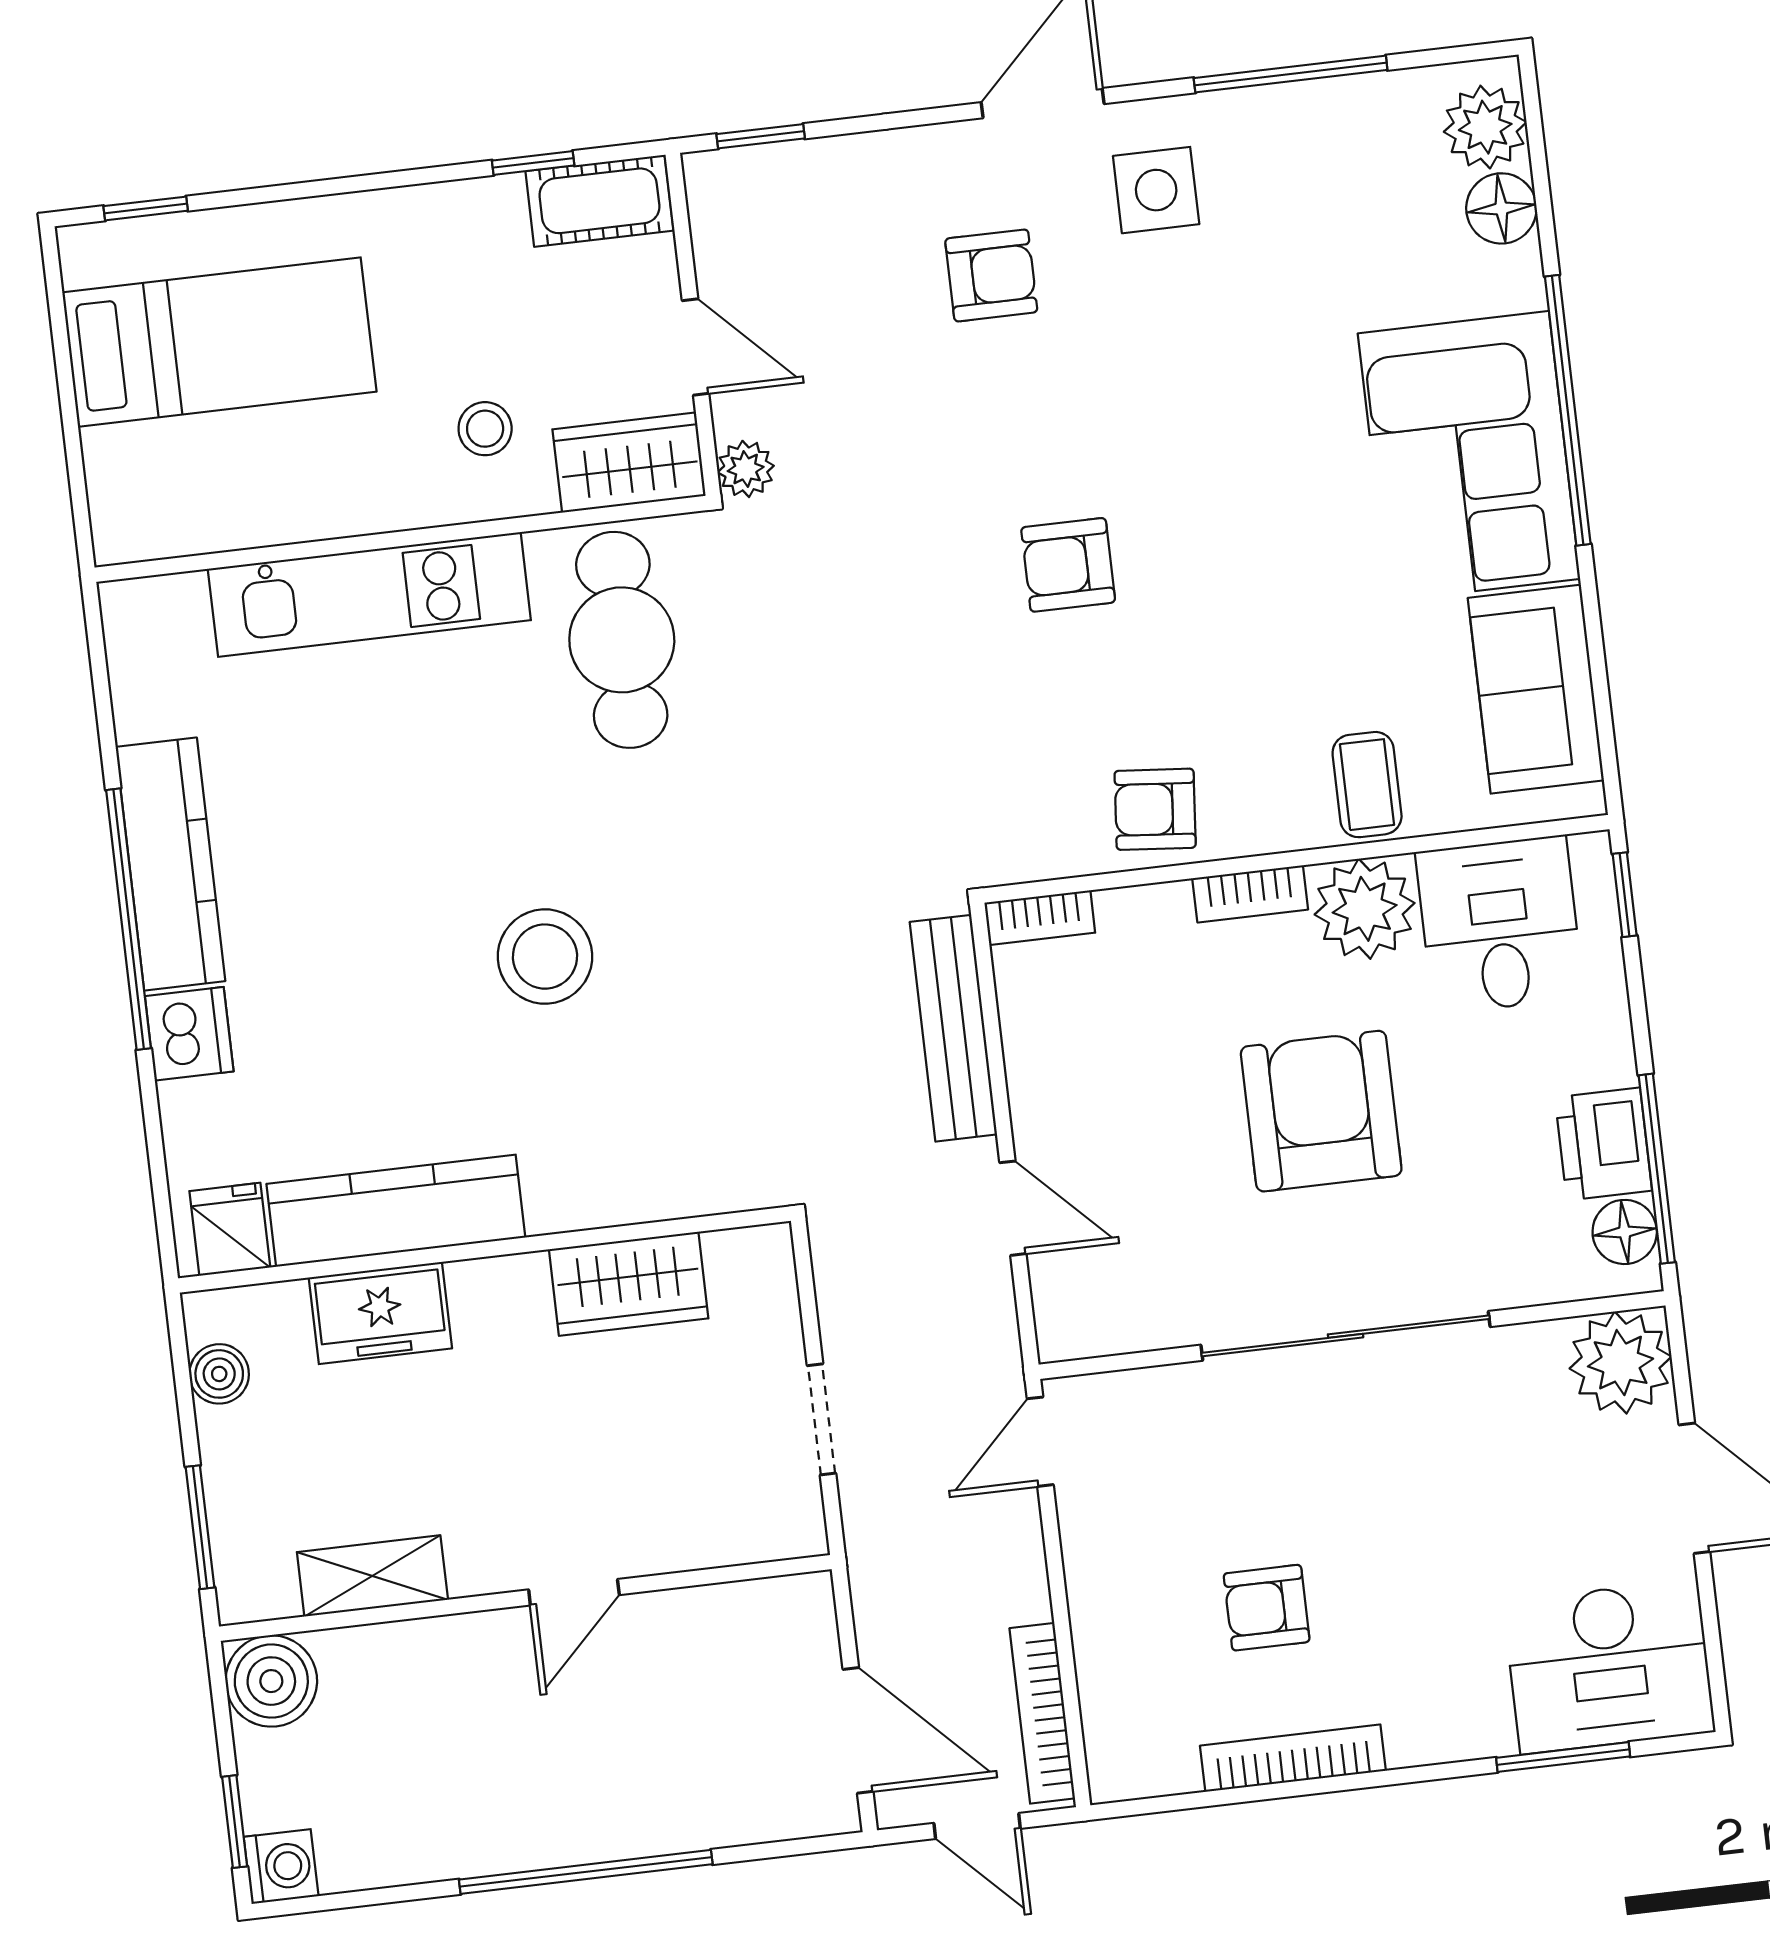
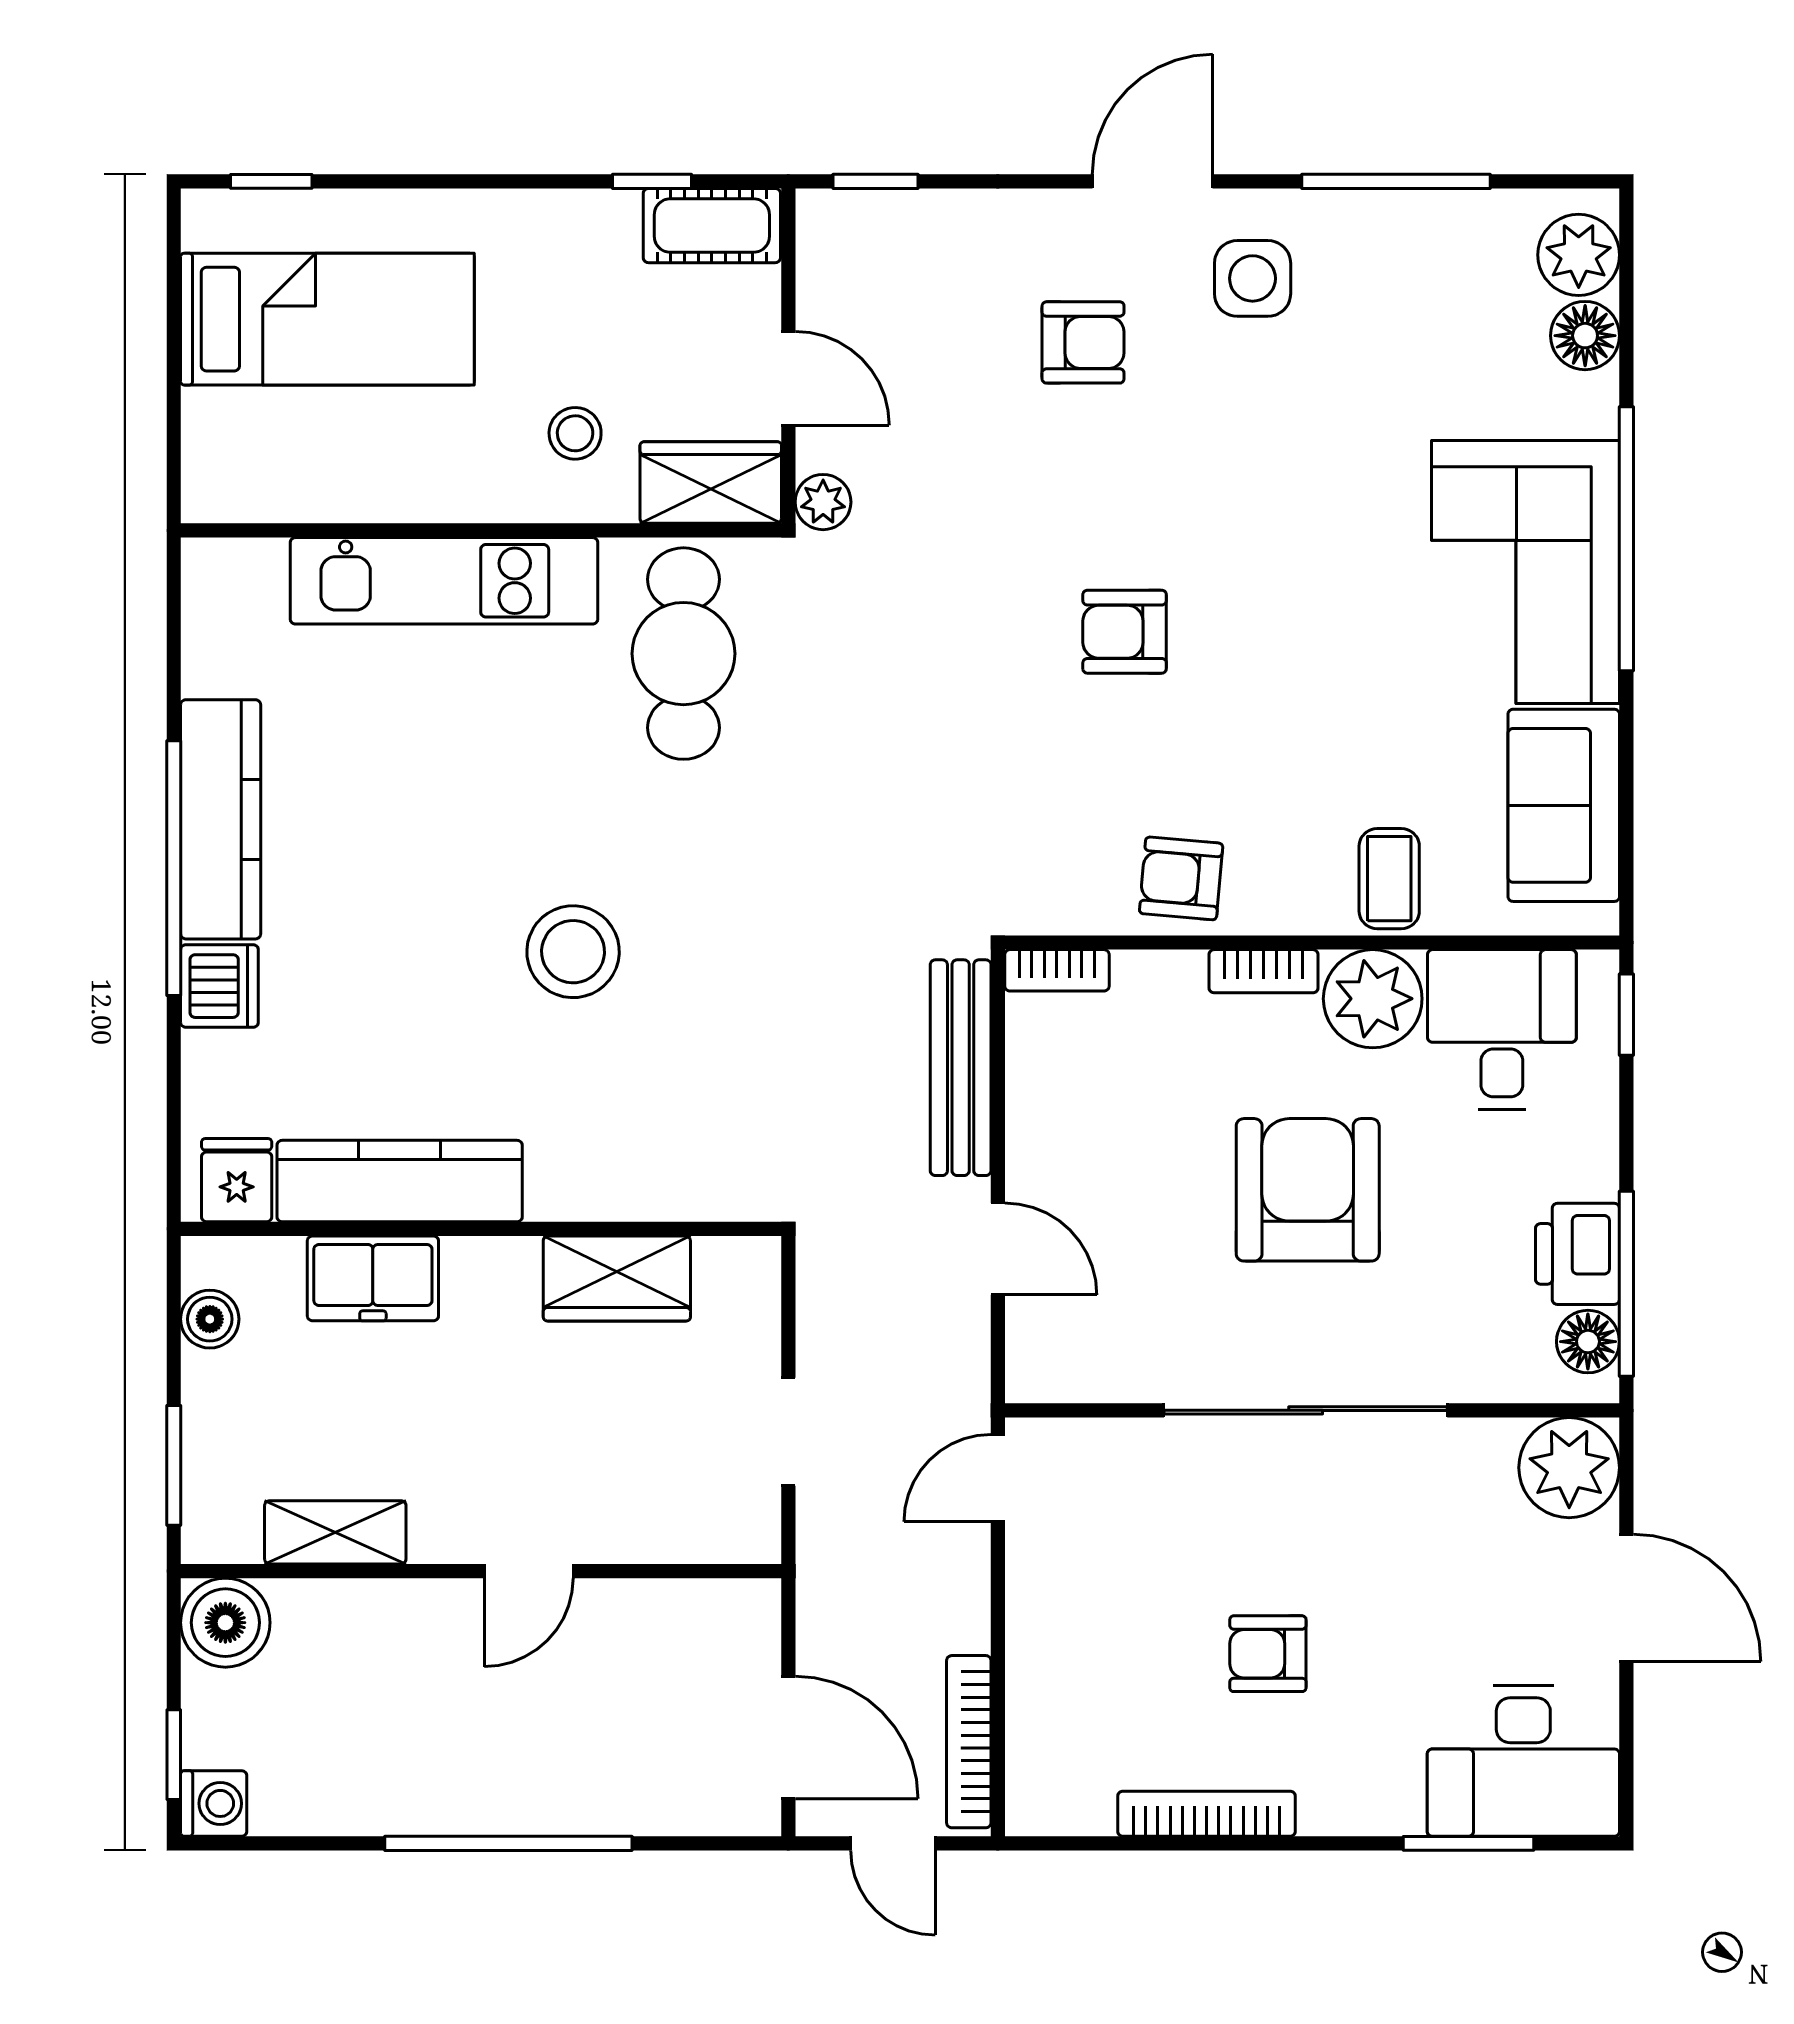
armchair: (1267, 1608) -> (1268, 1654), moved

